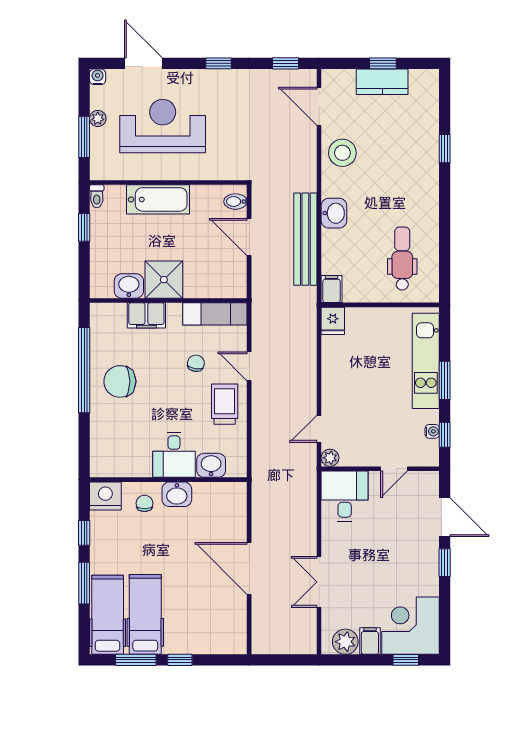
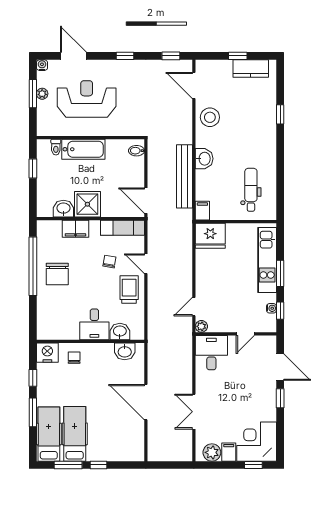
kitchen counter: (382, 82) -> (251, 69), moved
window: (84, 137) -> (33, 94), moved
toilet: (97, 196) -> (56, 147), moved
door: (249, 237) -> (146, 201), moved
fridge: (333, 321) -> (210, 236), width x1.88, depth x1.34
chair: (120, 381) -> (57, 274), turned -90
washbasin: (177, 494) -> (125, 351), moved

